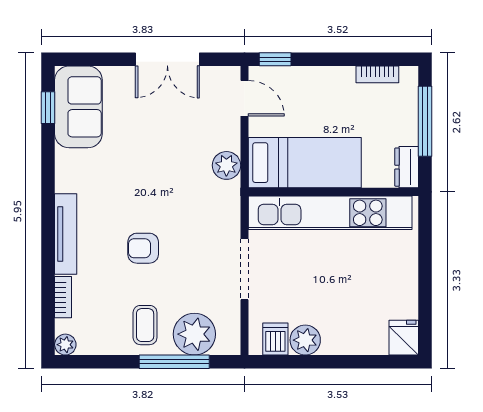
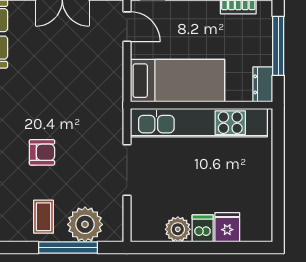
plant: (226, 165) -> (112, 83), removed
armchair: (143, 248) -> (42, 152), turned 180
fridge: (404, 338) -> (227, 227), moved
dishwasher: (275, 339) -> (203, 228), moved

